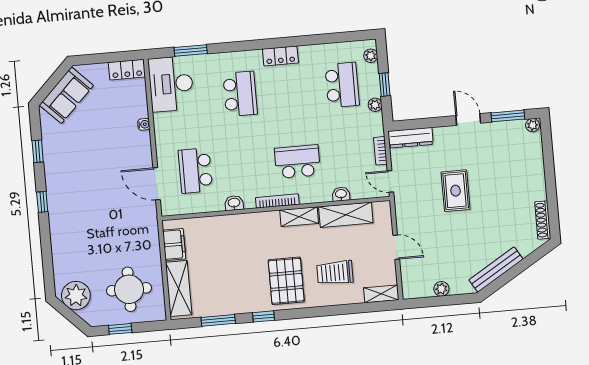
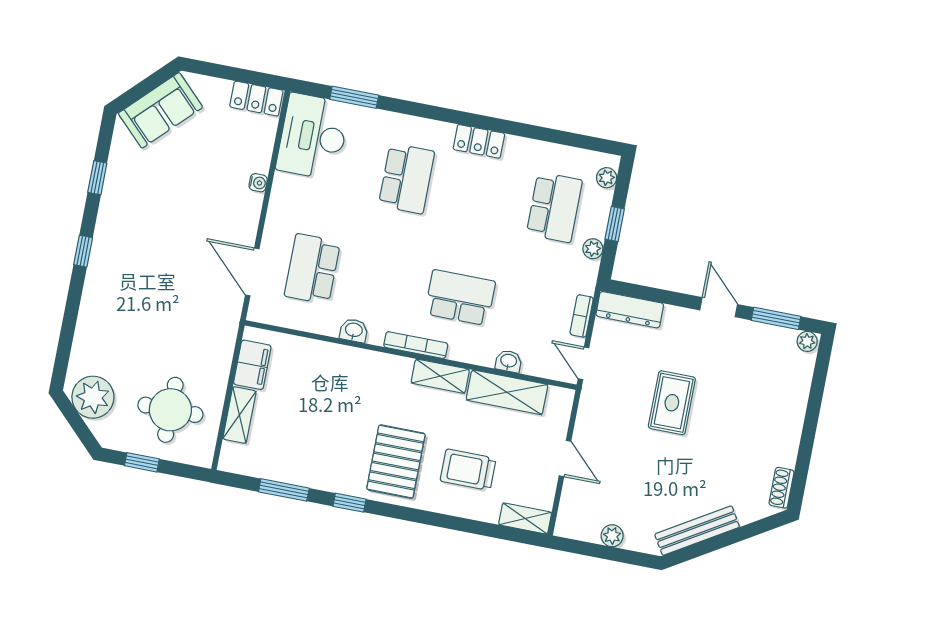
shoe rack: (543, 220) -> (782, 488), width x0.70
shelving: (179, 289) -> (239, 415), width x0.67, depth x0.75

